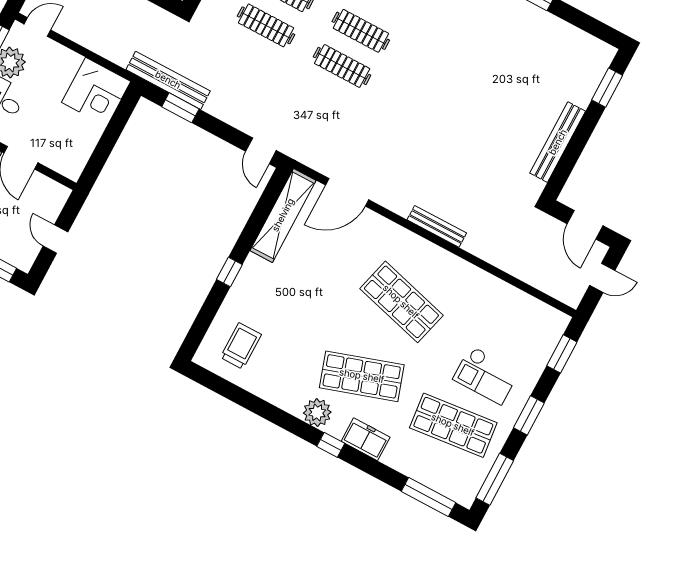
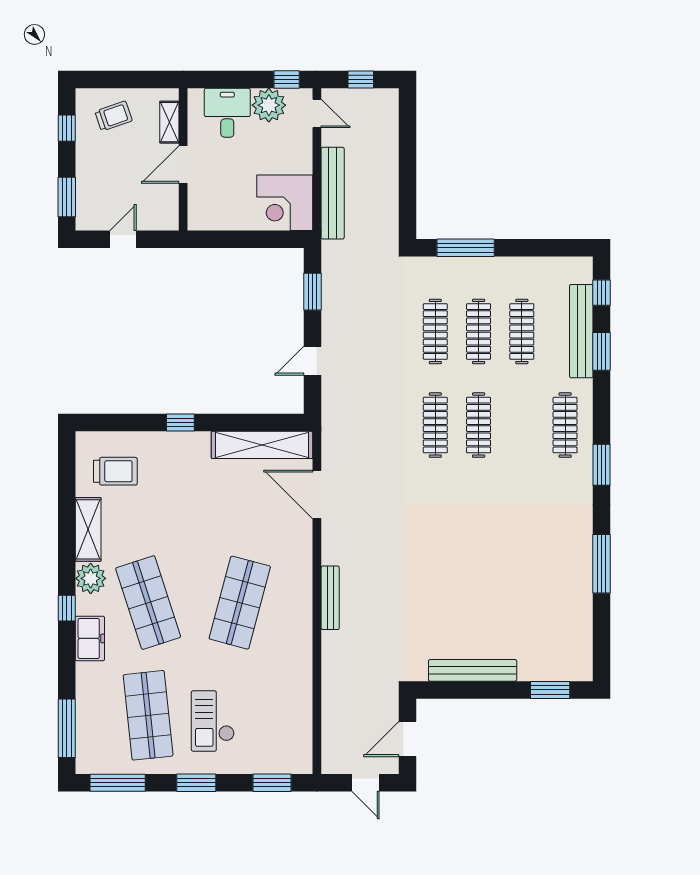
bench: (168, 80) -> (333, 193), moved
door: (261, 151) -> (313, 361), moved
shelving: (276, 393) -> (88, 529), added

